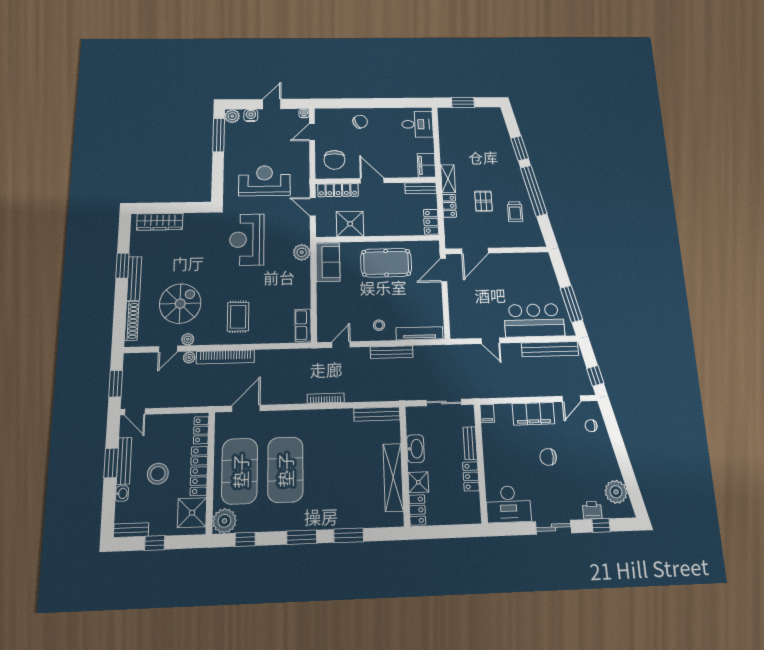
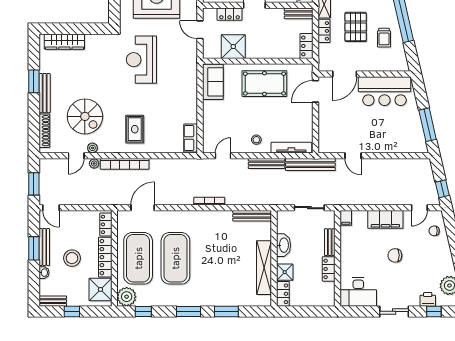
locker: (338, 190) -> (230, 14), width x0.66
pallet: (483, 201) -> (356, 27), width x1.50, depth x1.42
plant: (302, 252) -> (190, 72), removed
spiral stairs: (180, 304) -> (85, 116), turned 90
bar counter: (534, 320) -> (384, 91), moved, turned 180
bench: (550, 349) -> (310, 165), moved

